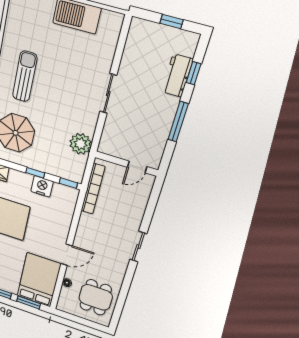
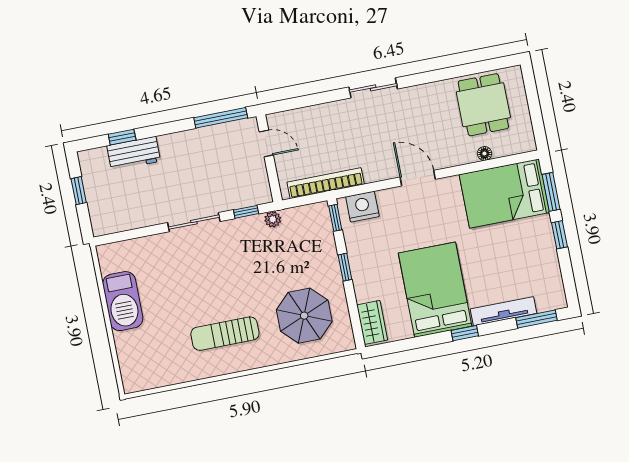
window: (178, 122) -> (221, 118), moved
window: (99, 131) -> (246, 212), added
plant: (81, 144) -> (273, 219), width x0.53, depth x0.53
nightstand: (42, 186) -> (362, 207), moved, turned 90
door: (67, 255) -> (418, 178), moved
dining table: (96, 297) -> (483, 105), turned 90

